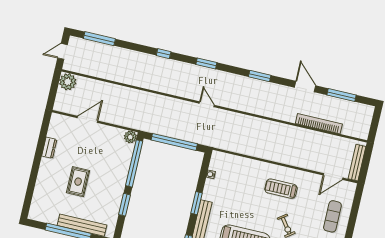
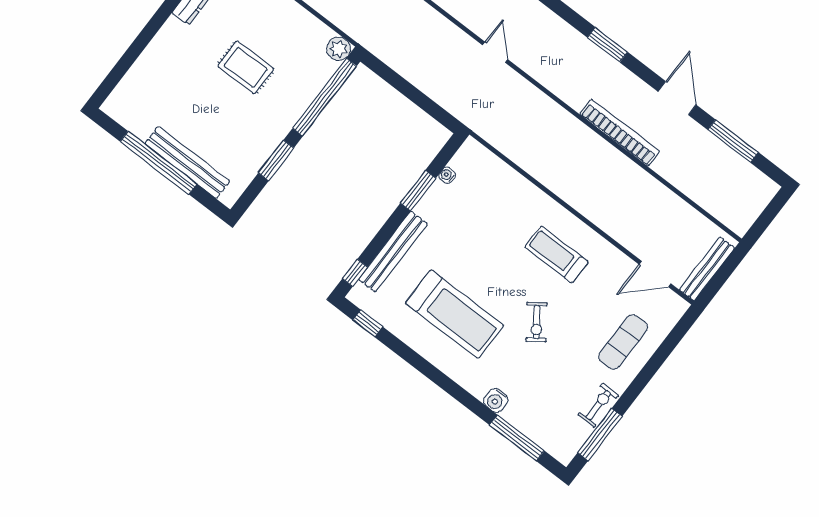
bookcase: (319, 124) -> (620, 133), moved
window: (174, 142) -> (410, 91), removed
rug: (78, 182) -> (246, 67), moved, turned 90
window: (196, 203) -> (418, 191), moved

